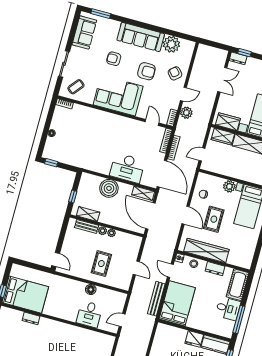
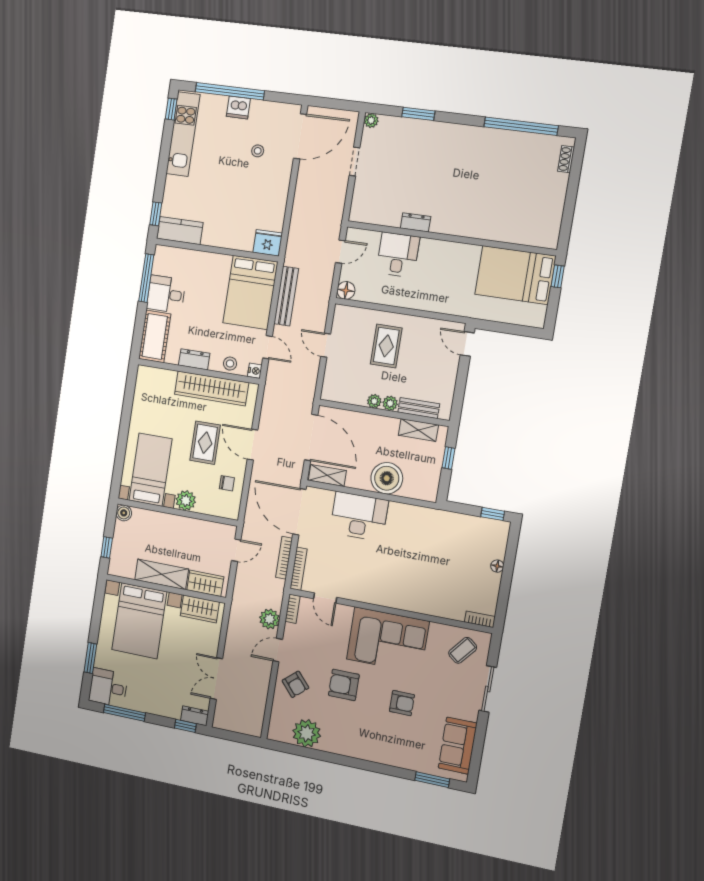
sofa: (141, 37) -> (360, 743), removed
floor lamp: (91, 289) -> (346, 290), moved
dresser: (31, 318) -> (415, 222), moved
fridge: (194, 339) -> (268, 243), moved

